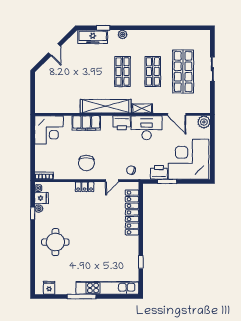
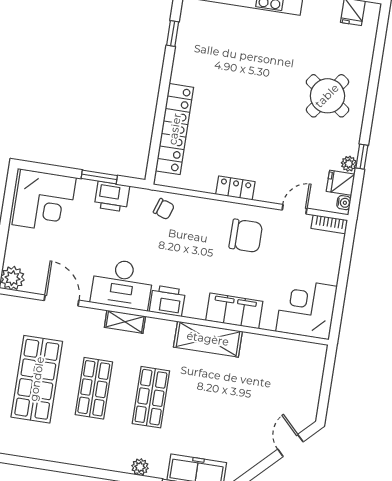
door: (54, 50) -> (290, 445), moved
shelving: (106, 106) -> (208, 339), width x0.68
corner desk: (188, 159) -> (44, 201), width x0.74, depth x0.74
chair: (86, 163) -> (246, 236), turned 88
door: (112, 181) -> (294, 209), moved
locker: (85, 187) -> (235, 188), moved
round table: (55, 242) -> (327, 96), turned 36

